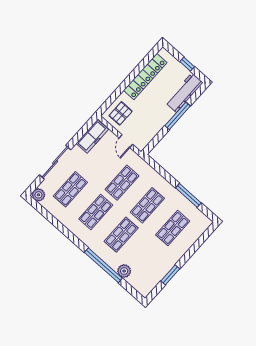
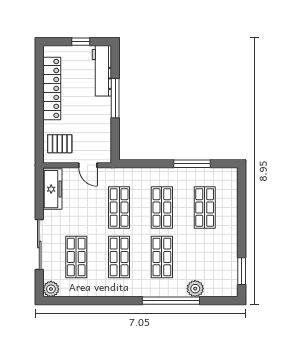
pallet: (121, 113) -> (60, 144), turned 90
window: (170, 275) -> (242, 271), moved

